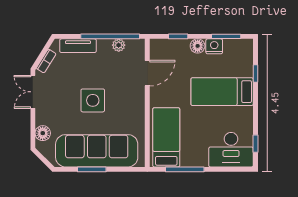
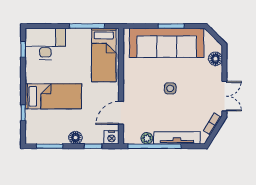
tv unit: (78, 46) -> (177, 138), width x1.41
nightstand: (214, 46) -> (111, 137), moved
side table: (93, 100) -> (170, 88), width x0.54, depth x0.54

